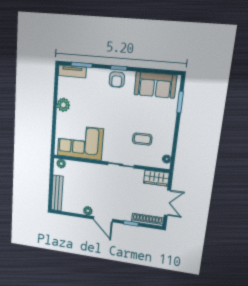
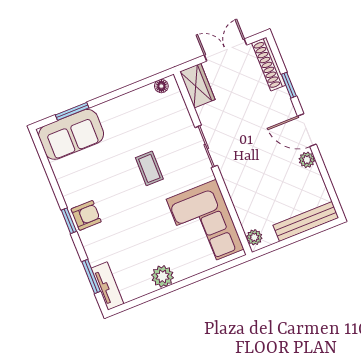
sofa: (155, 85) -> (71, 134), moved, turned 90
coffee table: (142, 139) -> (149, 168), moved
door: (103, 219) -> (307, 130), swing flipped

